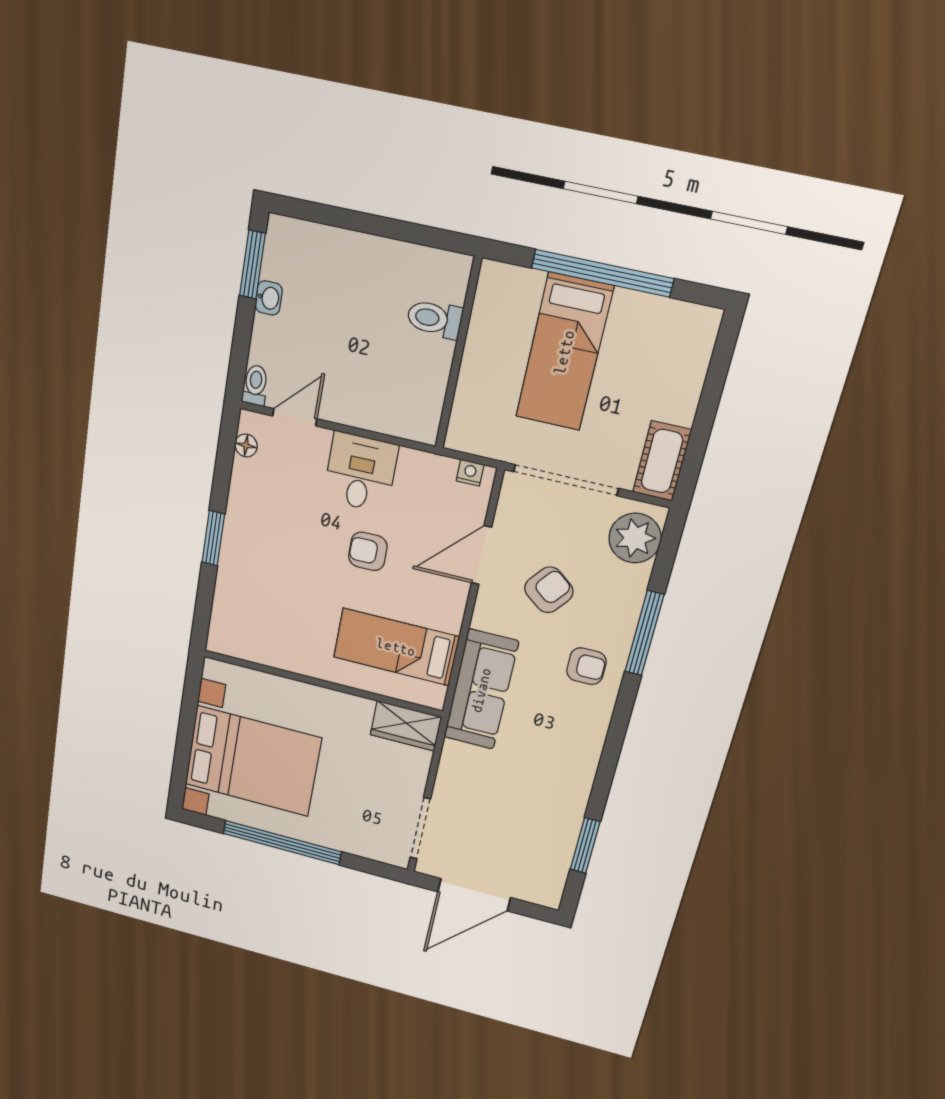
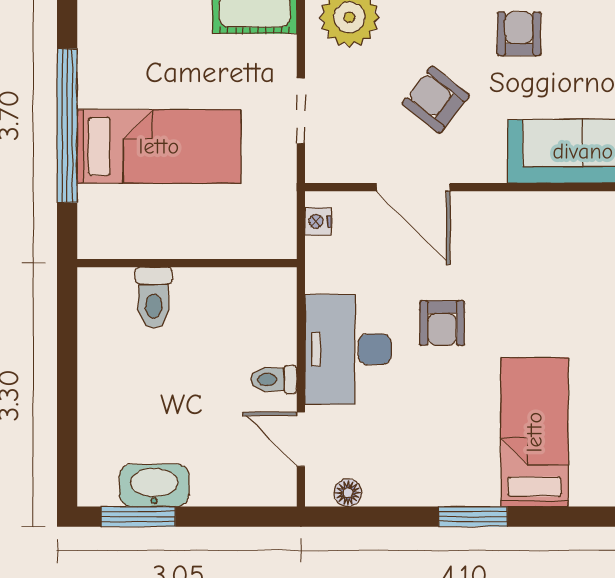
washbasin: (269, 298) -> (154, 485), width x1.91, depth x1.45
toilet: (255, 385) -> (274, 380), moved
desk: (361, 472) -> (348, 349), width x1.37
doorway: (566, 480) -> (301, 111), width x0.53
bed: (396, 647) -> (534, 432), moved, turned 180

